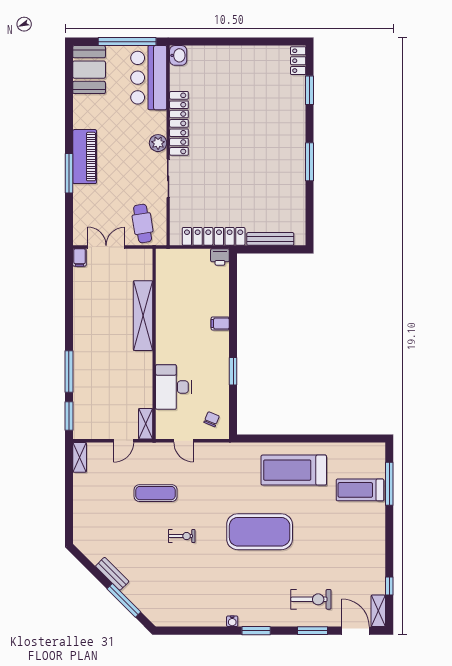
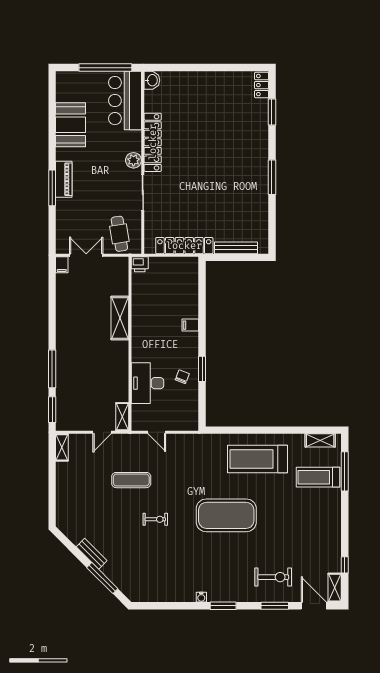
booth: (89, 70) -> (71, 125), moved
piano: (85, 157) -> (64, 179), width x0.73, depth x0.75
printer: (220, 257) -> (140, 264), moved
shelving: (143, 316) -> (120, 318), width x0.68
chair: (212, 419) -> (182, 377), moved
shelving: (362, 450) -> (320, 440), added

